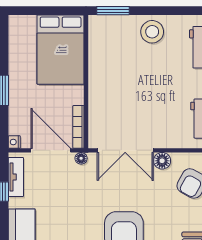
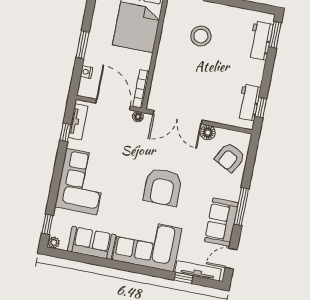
stool: (152, 32) -> (201, 36), moved
nightstand: (14, 142) -> (86, 72), moved

